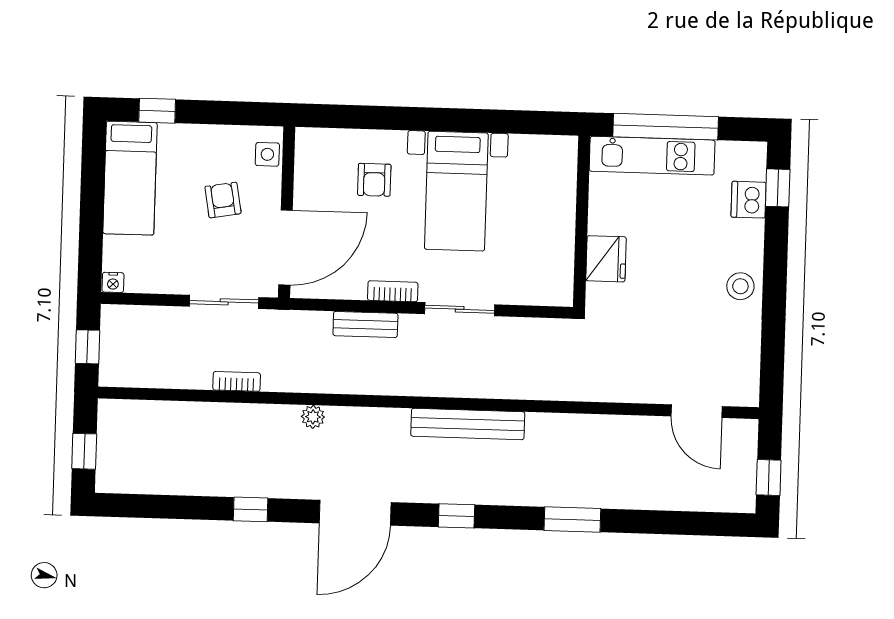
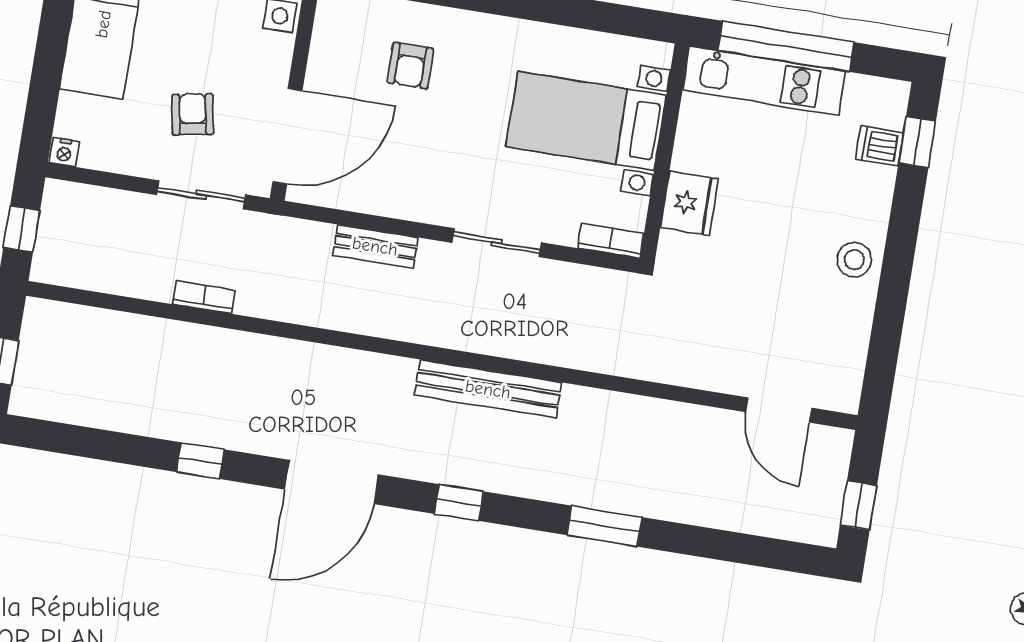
bed with nightstands: (456, 191) -> (586, 121), moved, turned 90
armchair: (223, 200) -> (193, 114), moved
dishwasher: (749, 200) -> (880, 146), width x0.73
bookcase: (393, 291) -> (611, 241), moved
plant: (313, 417) -> (294, 354), removed

